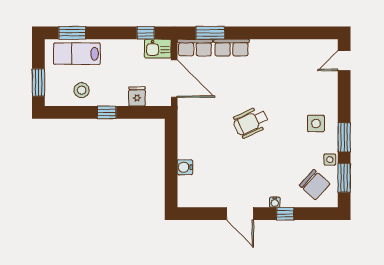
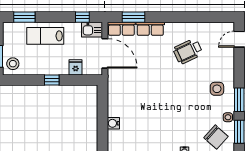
lab bench: (77, 54) -> (45, 36), moved
stool: (82, 90) -> (13, 64), moved
wheelchair: (251, 122) -> (188, 51), moved

